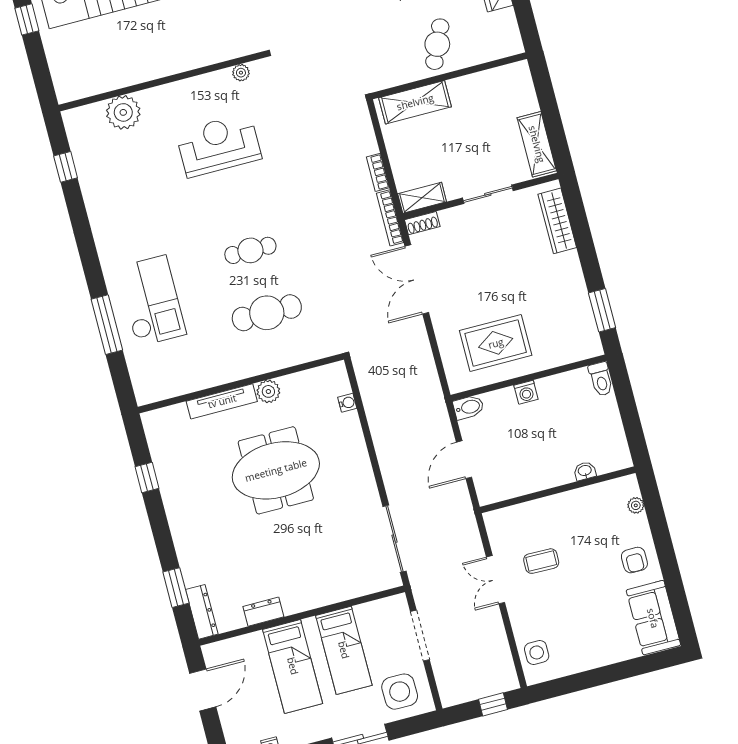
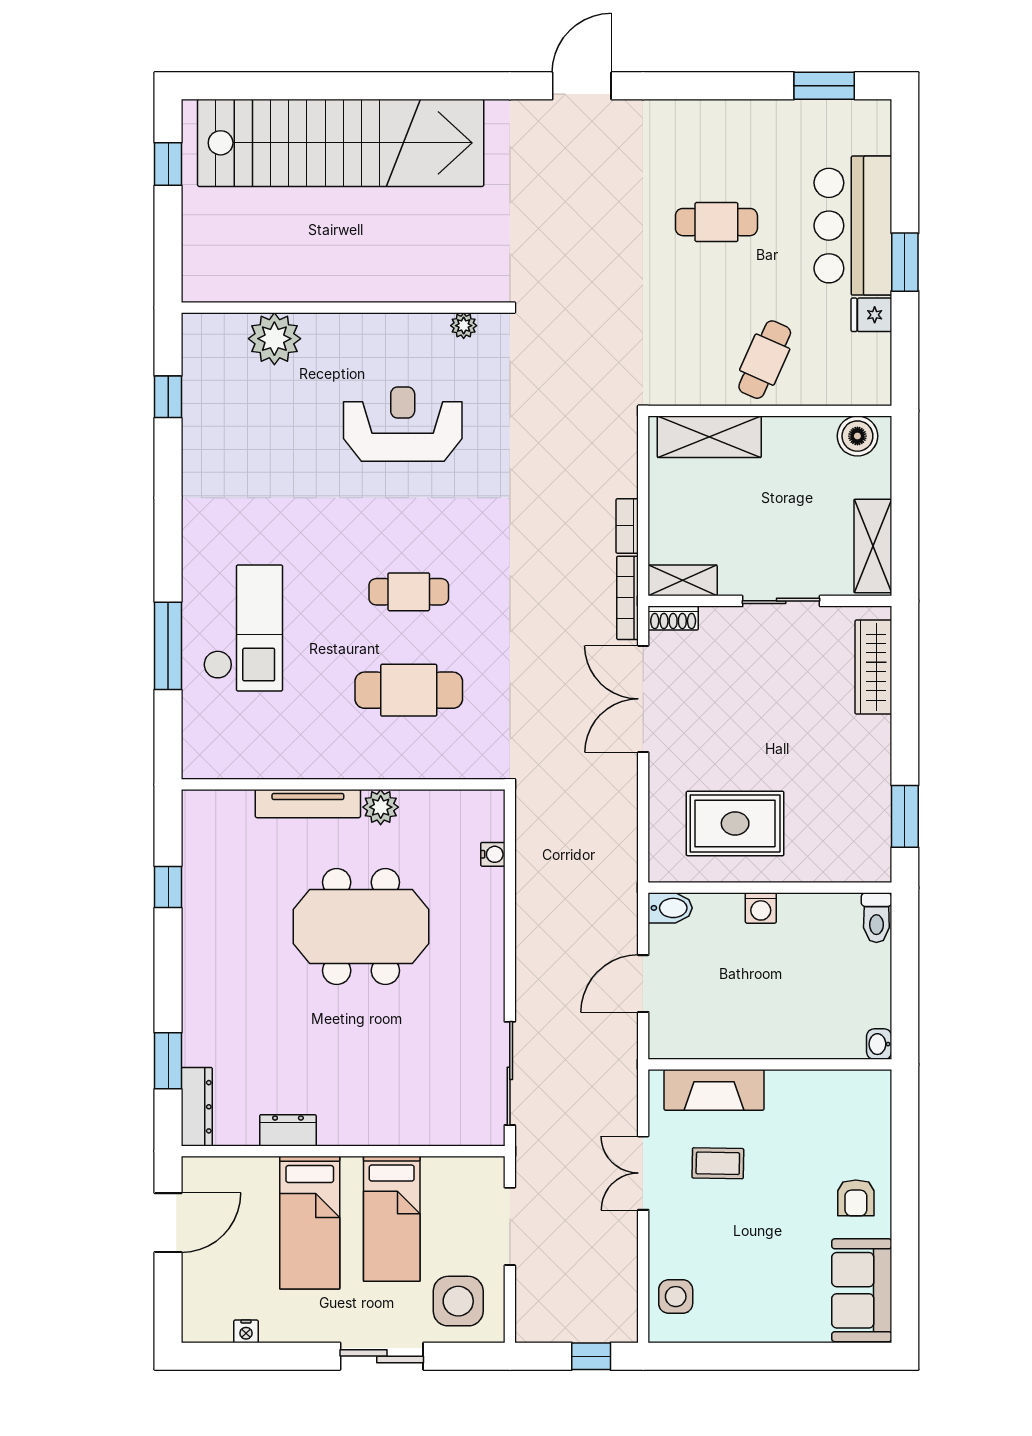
boiler: (509, 77) -> (857, 436), added
washbasin: (585, 471) -> (879, 1044), moved, turned -90
plant: (636, 505) -> (879, 1118), removed
fireplace: (527, 515) -> (714, 1090), added

